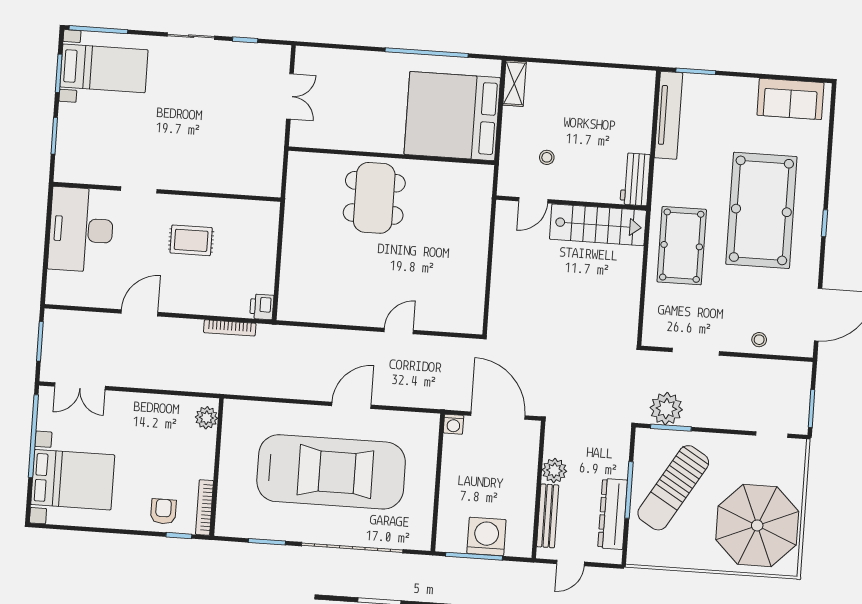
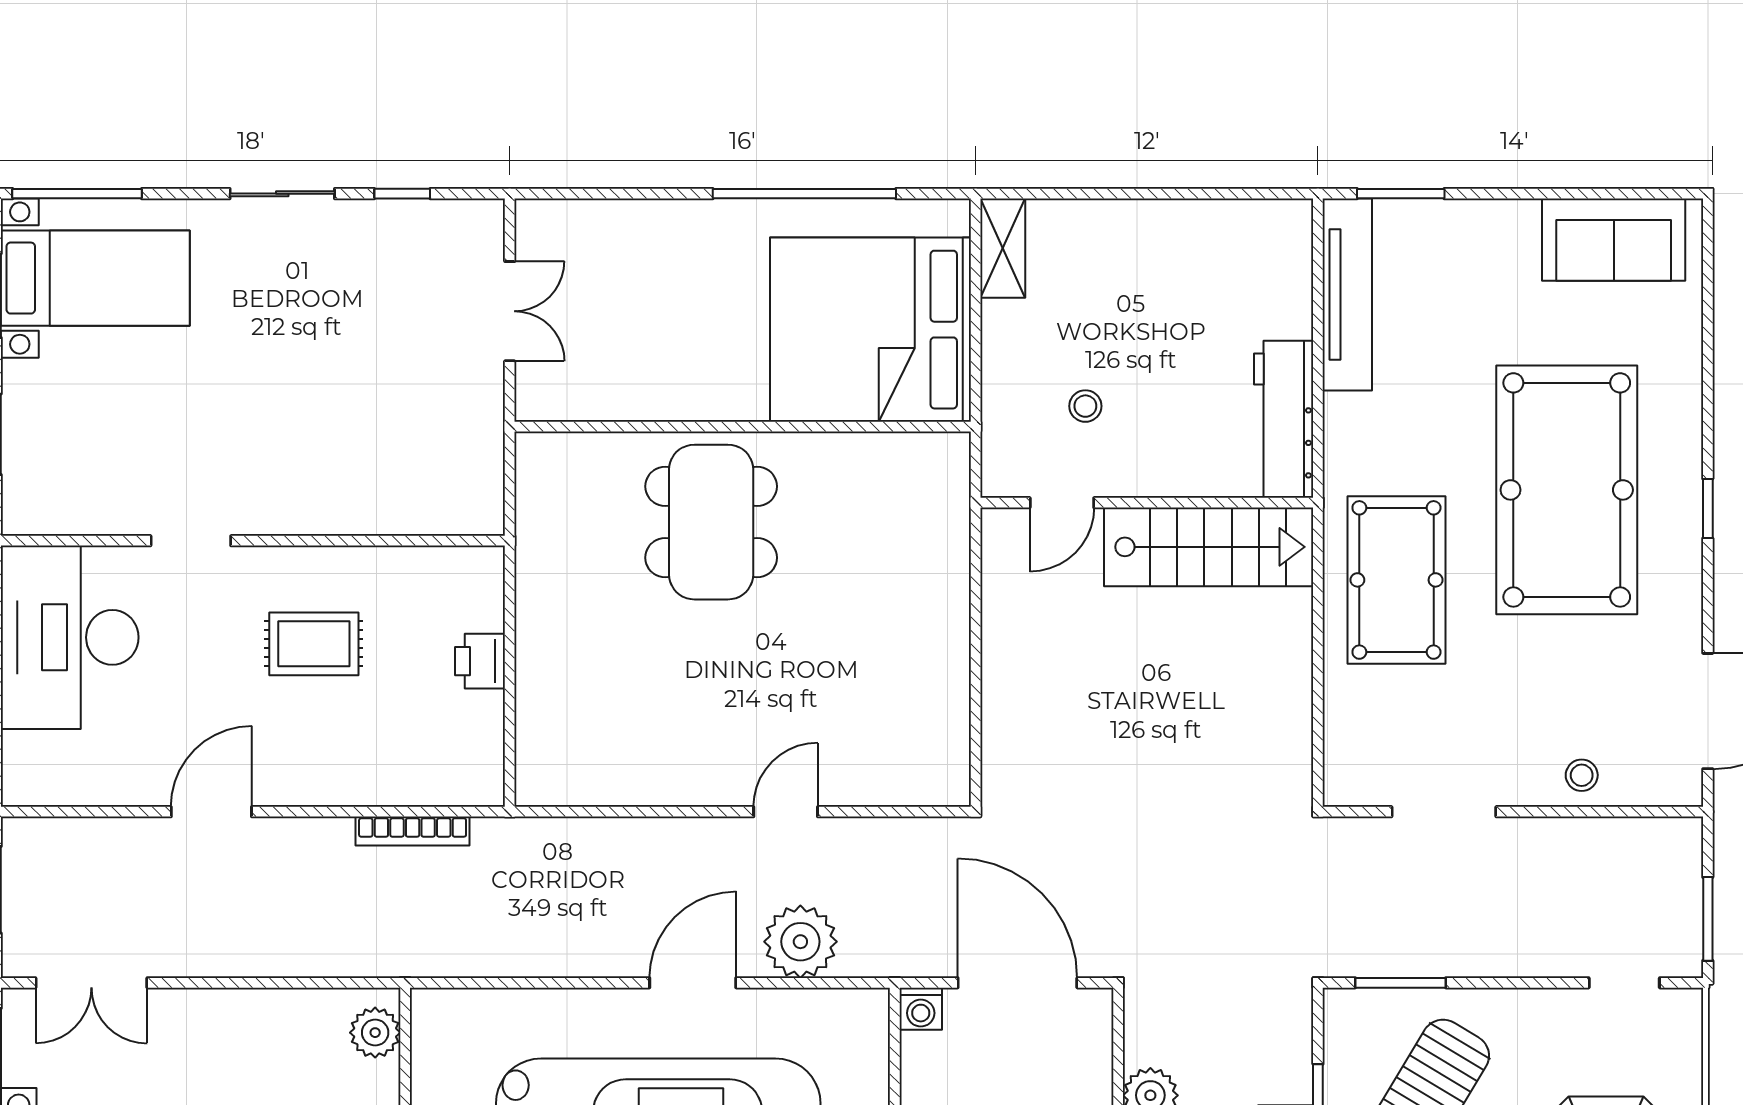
workbench: (635, 179) -> (1284, 419), width x1.38
printer: (262, 307) -> (480, 661), moved
plant: (666, 409) -> (800, 942), moved

